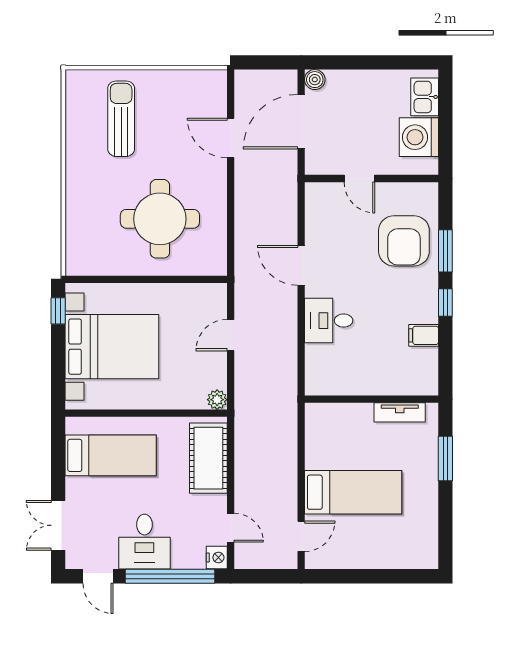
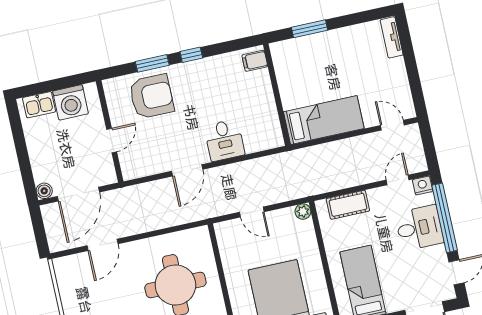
door: (301, 122) -> (78, 194), hinge flipped
filing cabinet: (424, 335) -> (255, 61), moved, turned 90
tv unit: (400, 412) -> (392, 37), moved, turned 180
cot: (208, 458) -> (348, 205), width x0.73, depth x0.75
bed: (353, 492) -> (324, 120), moved, turned 90
desk: (144, 542) -> (419, 228), moved

